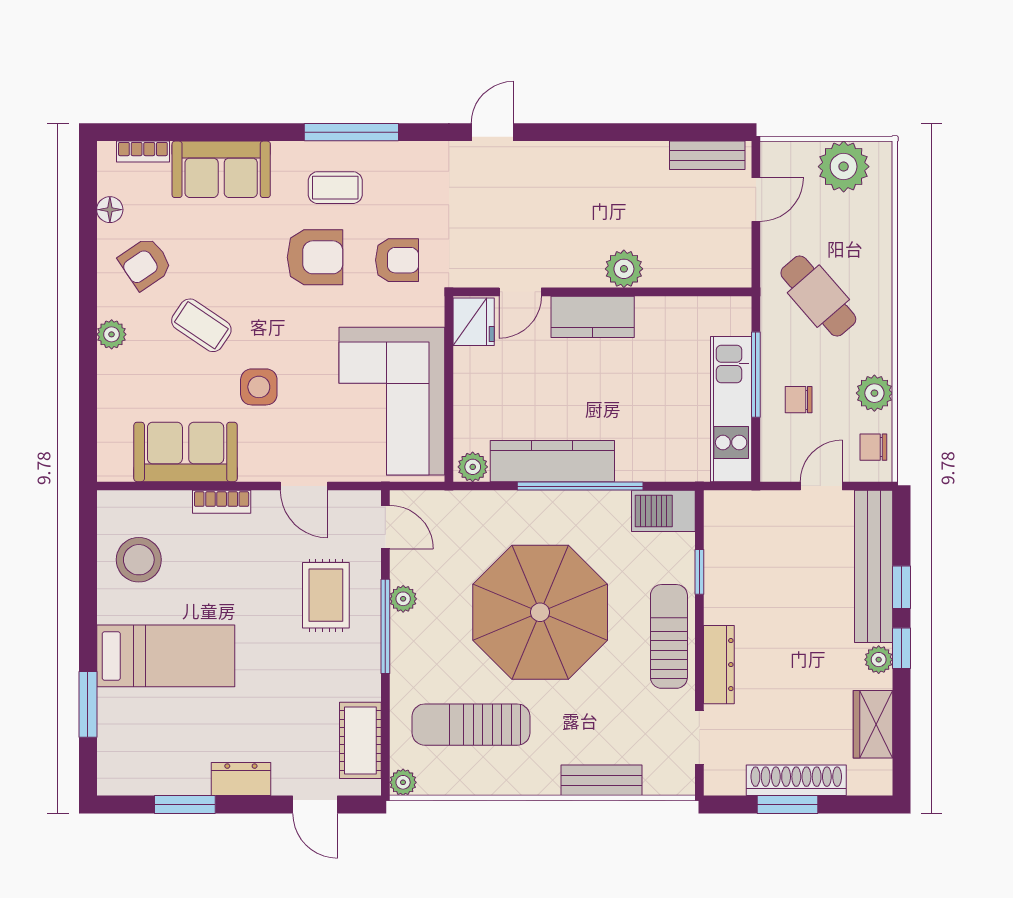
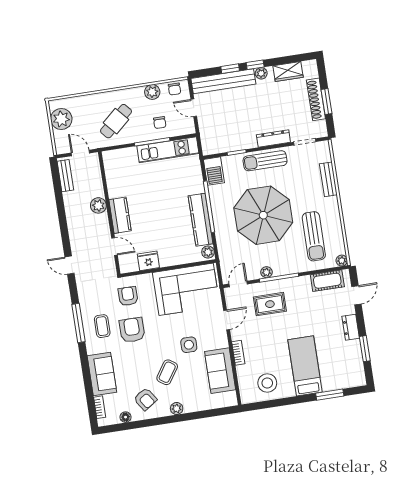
plant: (624, 269) -> (98, 205), moved
door: (520, 292) -> (114, 247), moved
wall: (602, 292) -> (109, 213), moved
kitchen counter: (593, 317) -> (120, 215), moved

